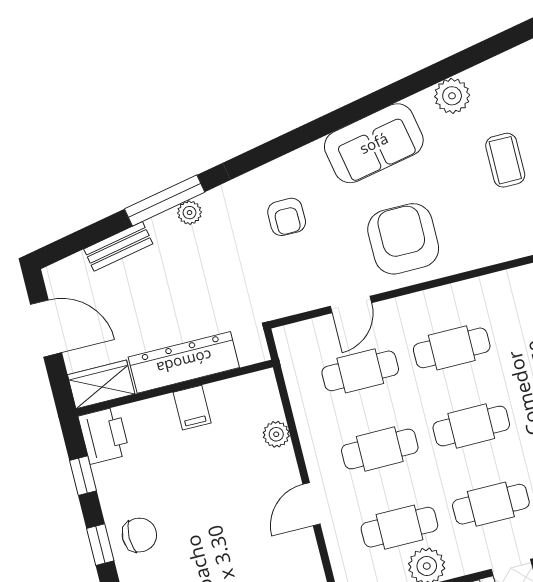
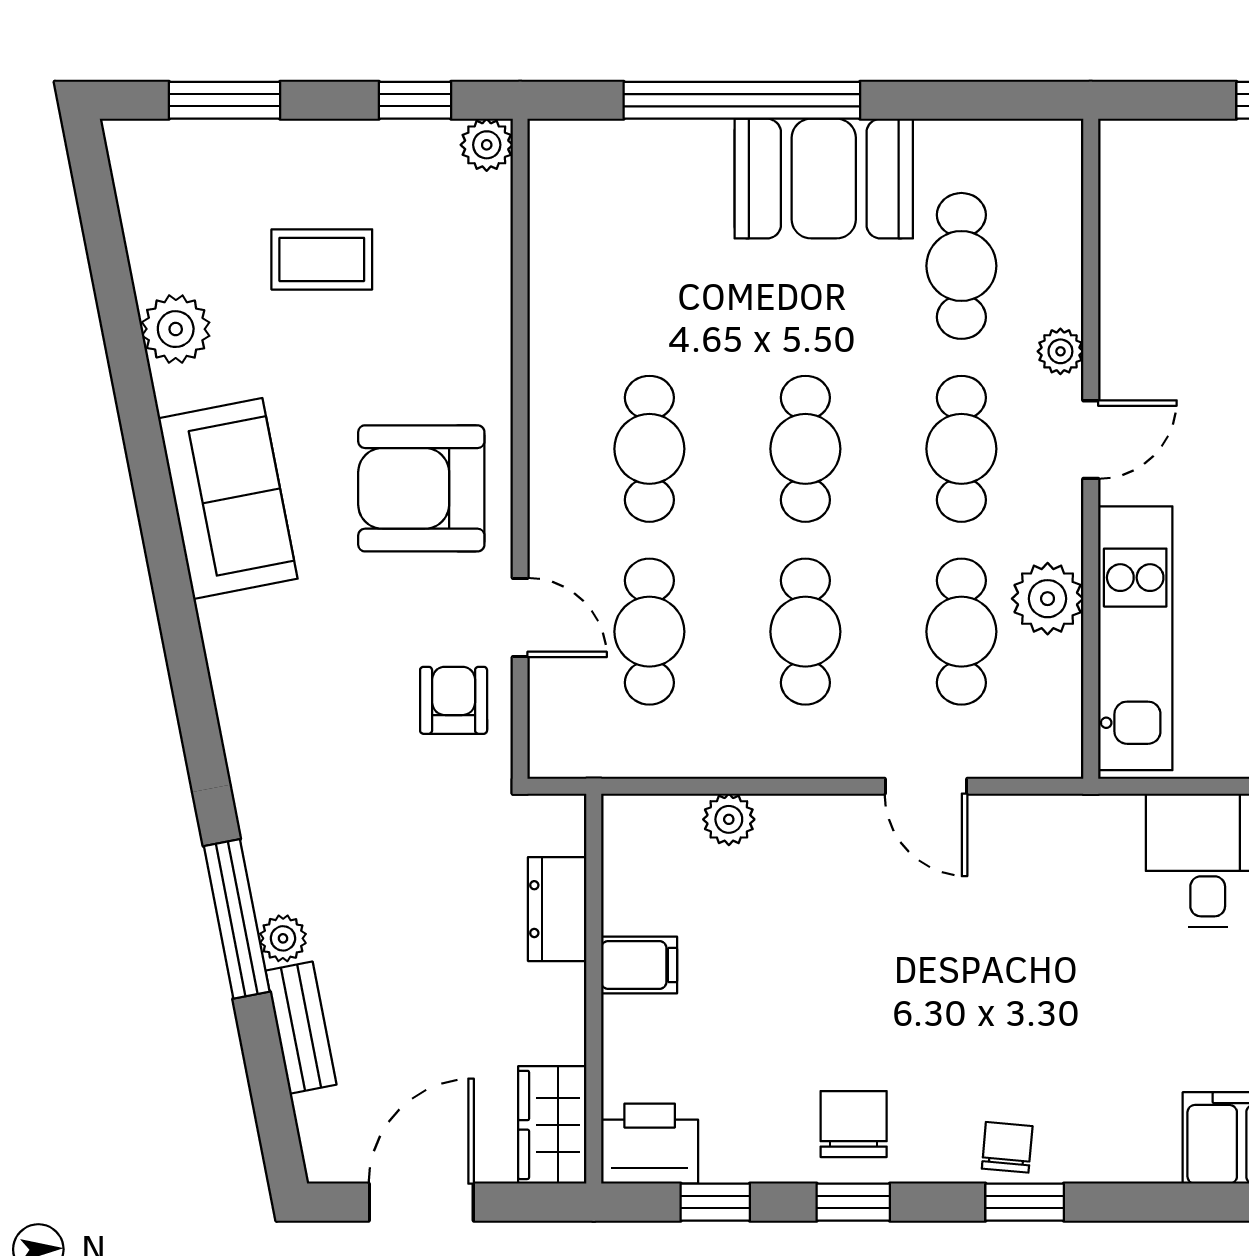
plant: (189, 213) -> (283, 938), moved
armchair: (287, 217) -> (454, 700), moved, turned -90
dresser: (184, 362) -> (557, 909), width x0.51, depth x0.80
door: (311, 504) -> (926, 786), moved

